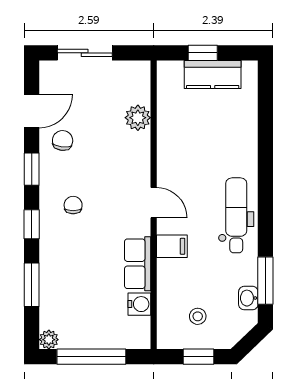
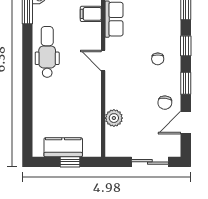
dental chair: (236, 215) -> (47, 52), turned 180
filing cabinet: (172, 246) -> (91, 14), moved

